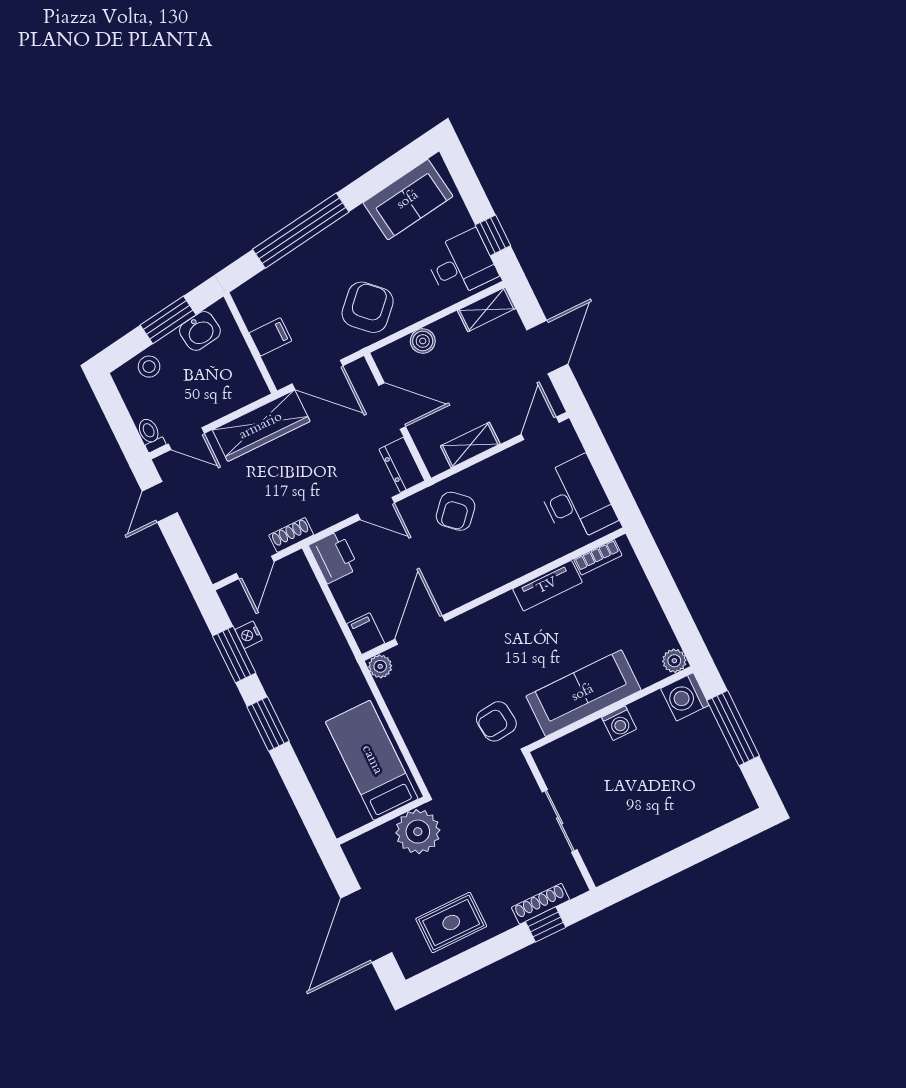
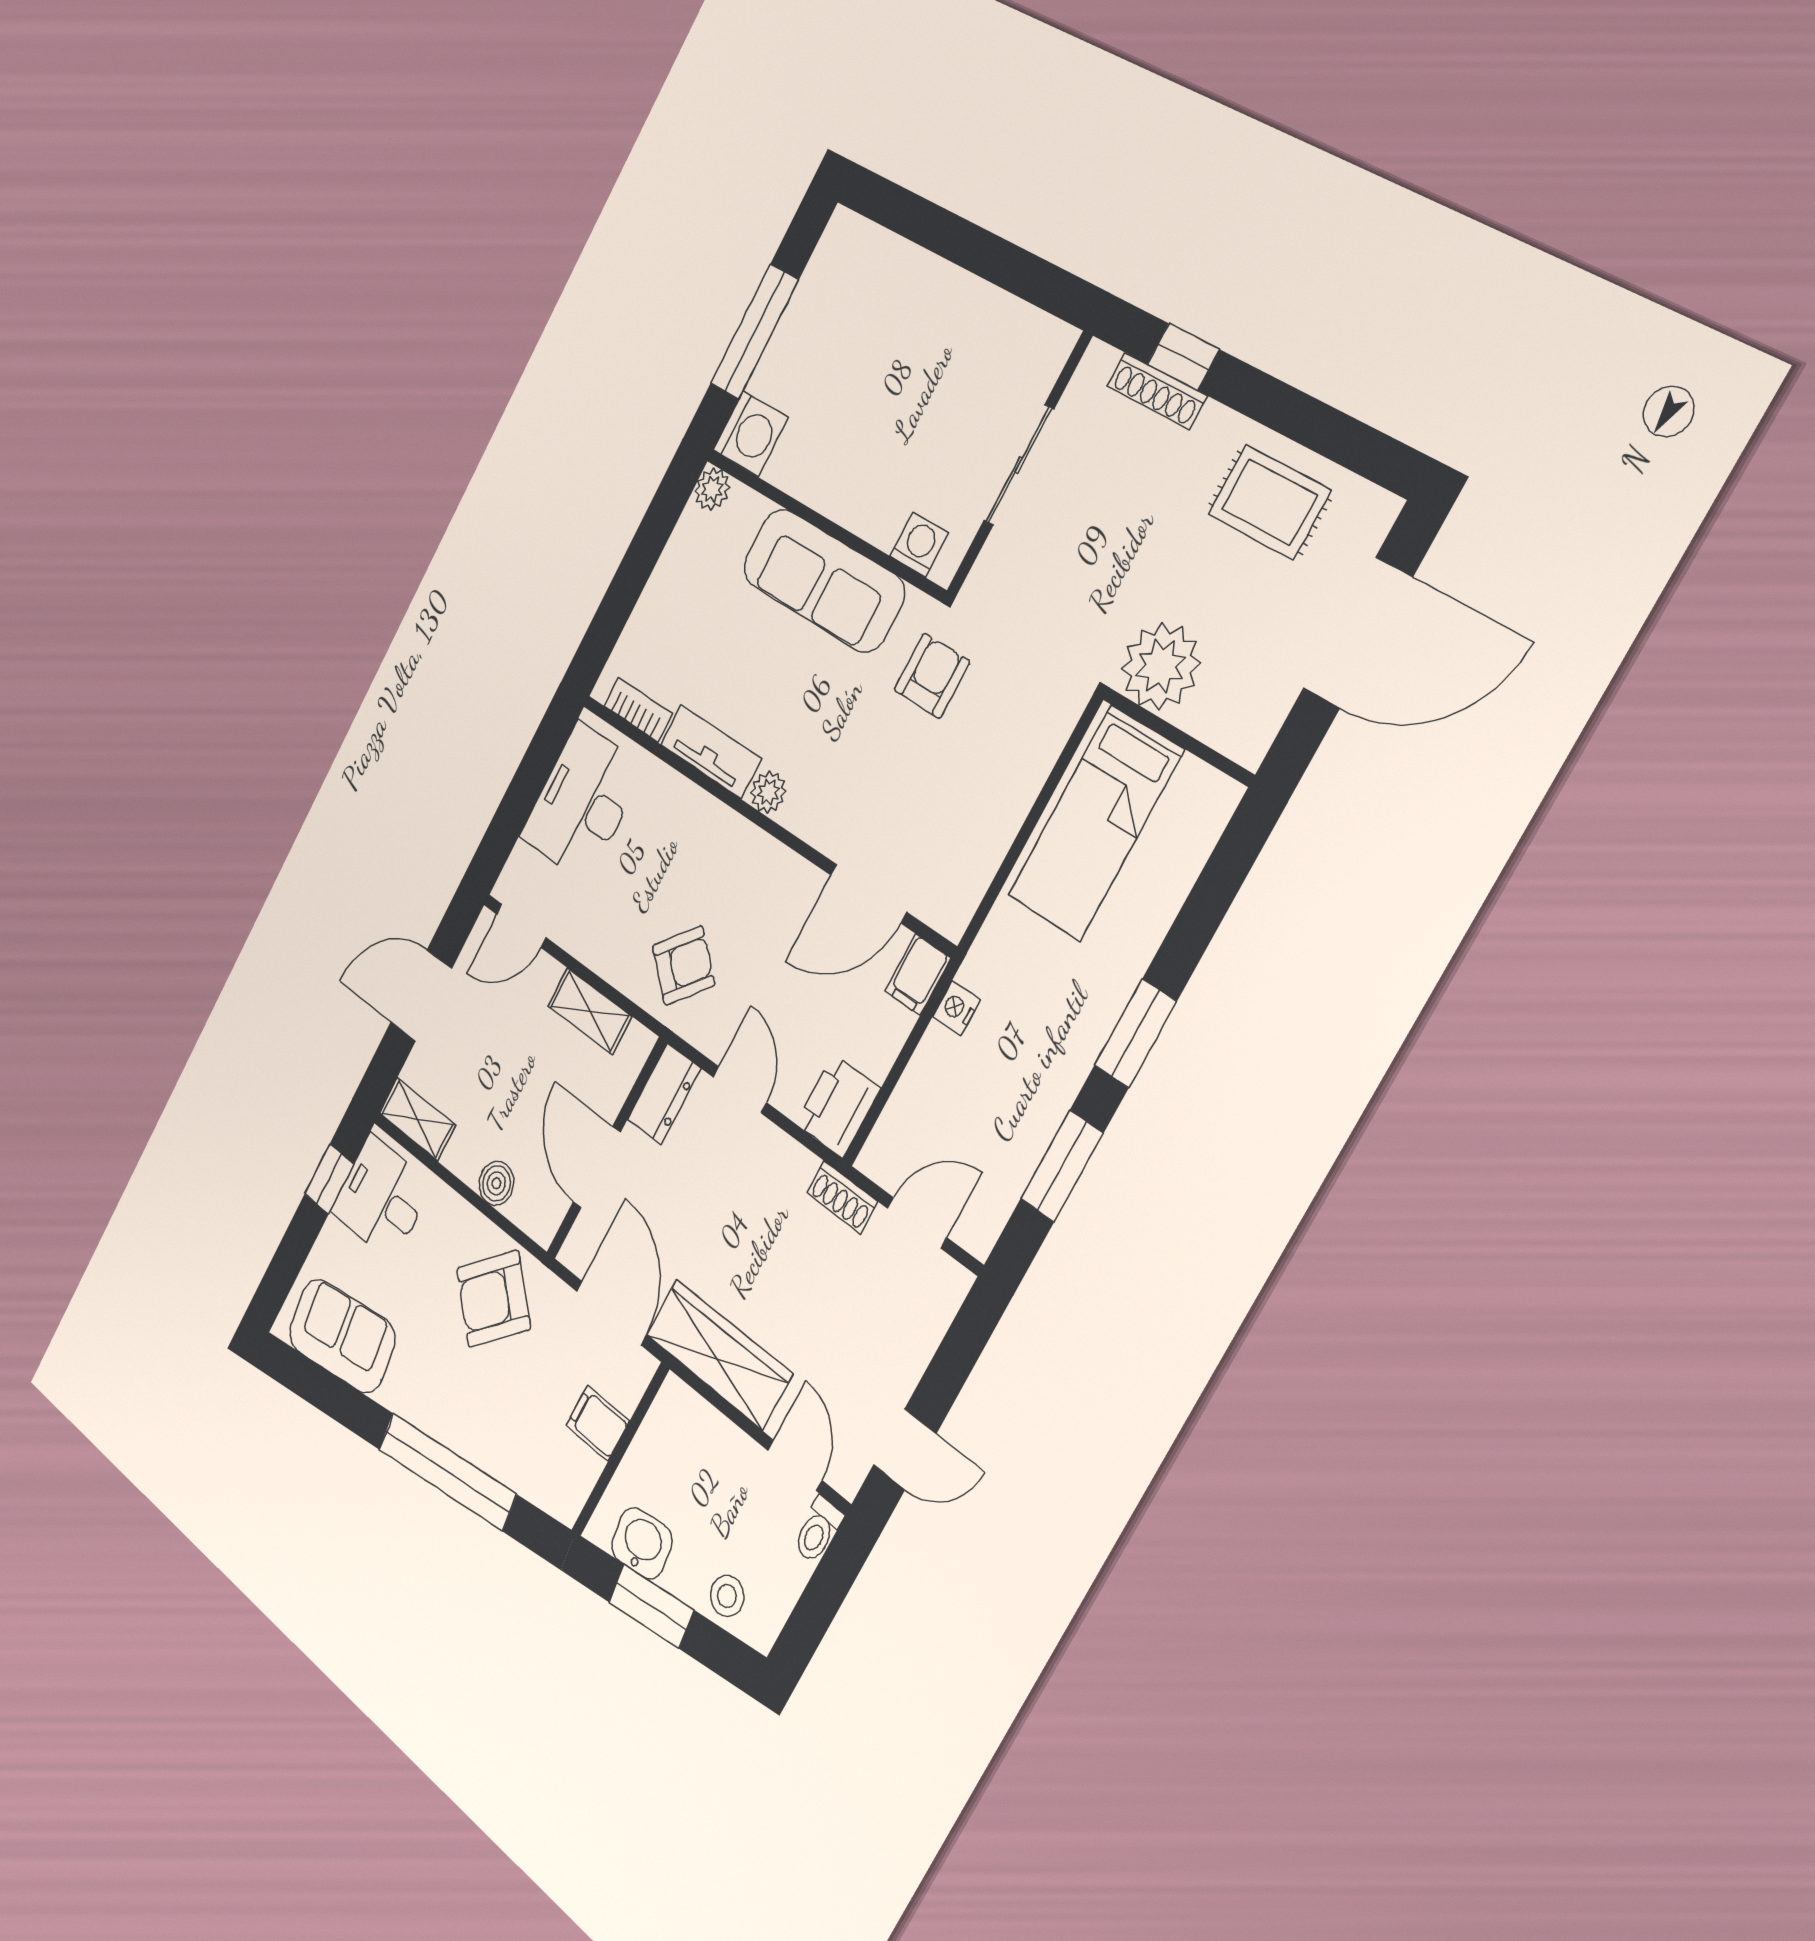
nightstand: (249, 635) -> (956, 1008), moved, turned 180
plant: (380, 666) -> (768, 792), moved
armchair: (496, 721) -> (932, 676), turned -84
washing machine: (619, 723) -> (919, 545), moved

